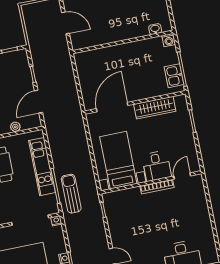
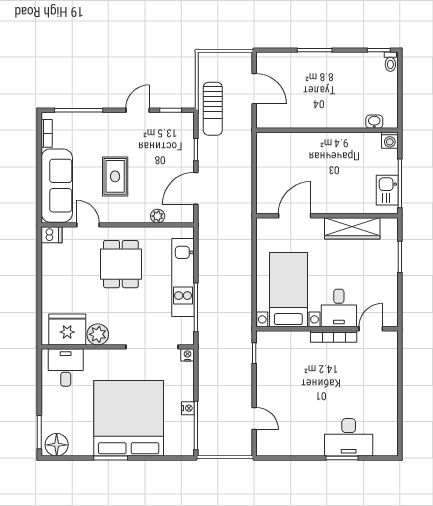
door: (112, 107) -> (295, 216), width x0.73
sun lounger: (71, 194) -> (213, 109), moved, turned 180

